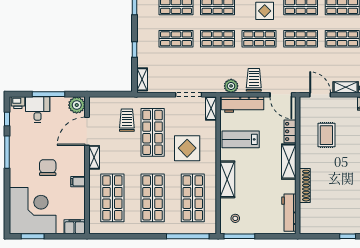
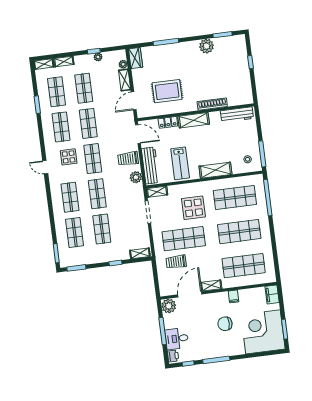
door: (281, 95) -> (138, 134), hinge flipped
door: (87, 131) -> (190, 294), swing flipped
rug: (326, 135) -> (167, 91), width x1.36, depth x1.43

